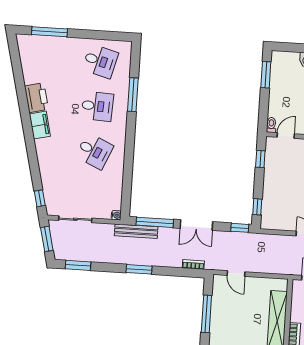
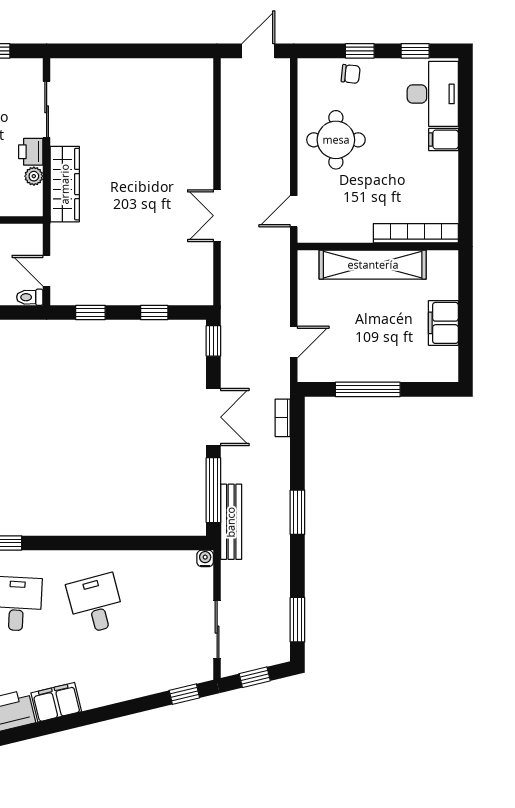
desk: (94, 151) -> (96, 604), turned -39
window: (257, 207) -> (154, 313), moved
window: (47, 239) -> (255, 677), width x0.67

